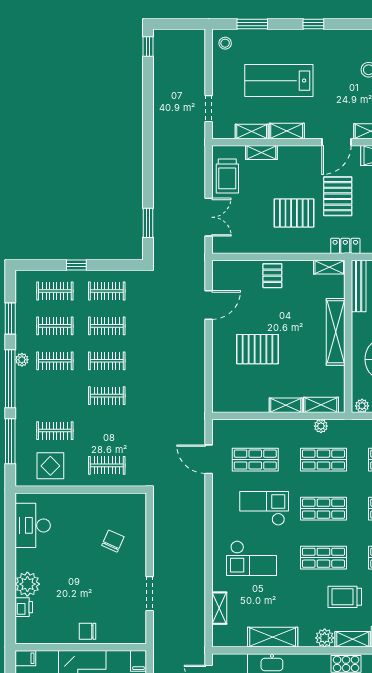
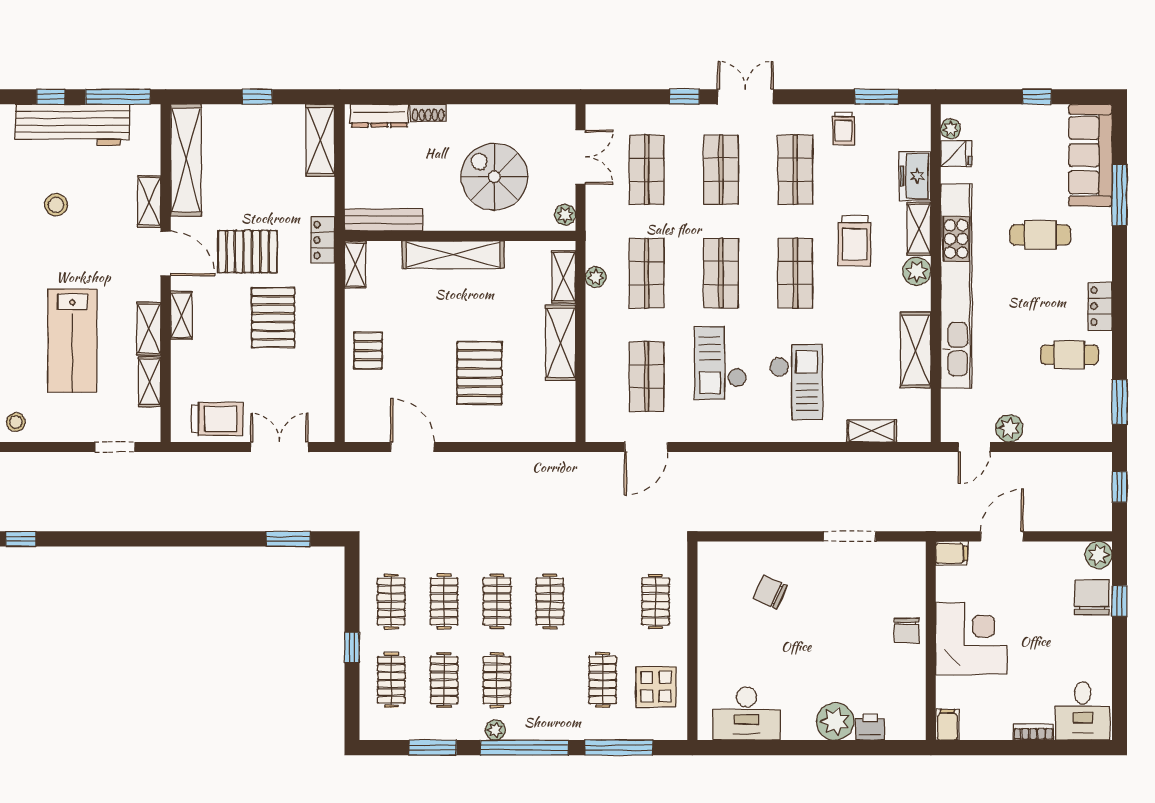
shelving: (261, 152) -> (181, 315), moved
pallet: (272, 276) -> (368, 351), turned 90
shelving: (286, 405) -> (561, 343), width x1.50, depth x1.33

